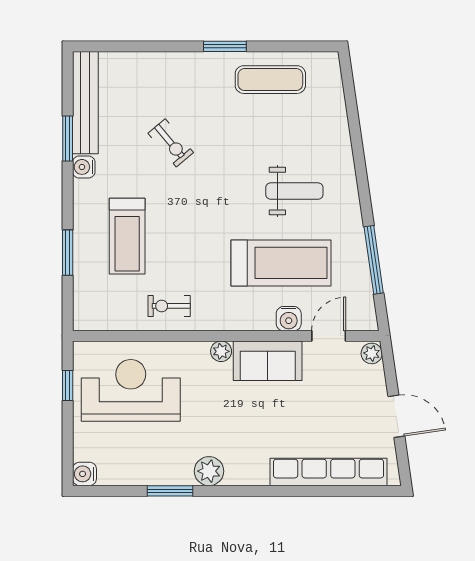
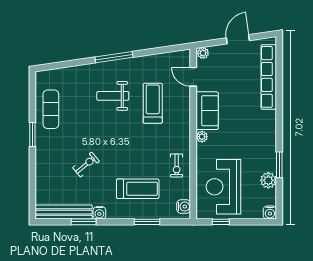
weight bench: (294, 191) -> (113, 96), turned -90
window: (374, 260) -> (114, 57), moved
treadmill: (281, 263) -> (153, 103), width x0.73, depth x0.73
water cooler: (289, 319) -> (184, 207), moved
plant: (209, 471) -> (268, 180), moved

